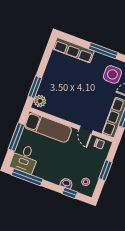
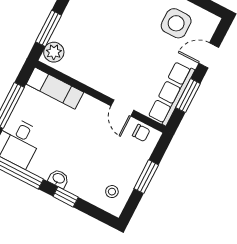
exam couch: (48, 128) -> (55, 88), width x0.73, depth x0.69
washbasin: (66, 183) -> (59, 179), moved
window: (70, 193) -> (66, 197), moved

